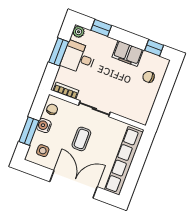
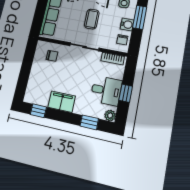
window: (59, 52) -> (126, 93), width x0.67
chair: (149, 77) -> (52, 56), moved

